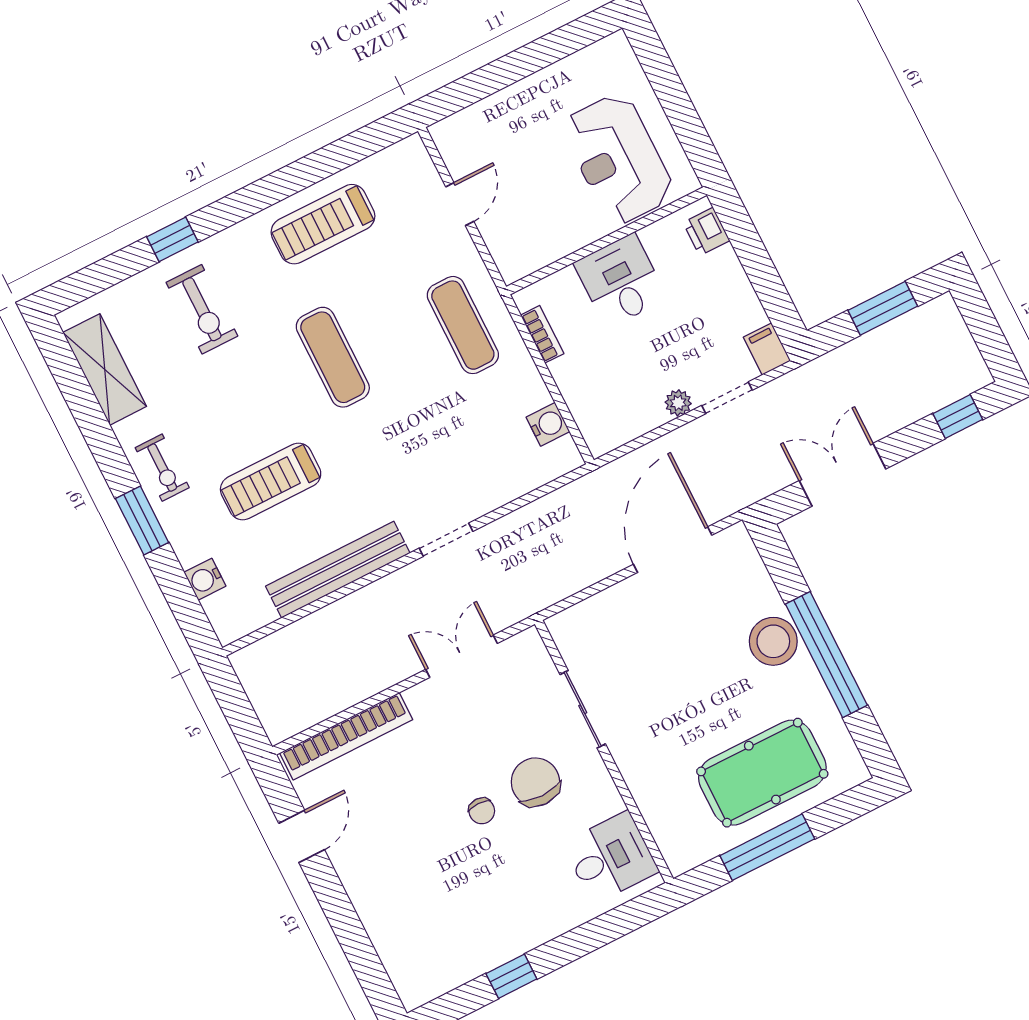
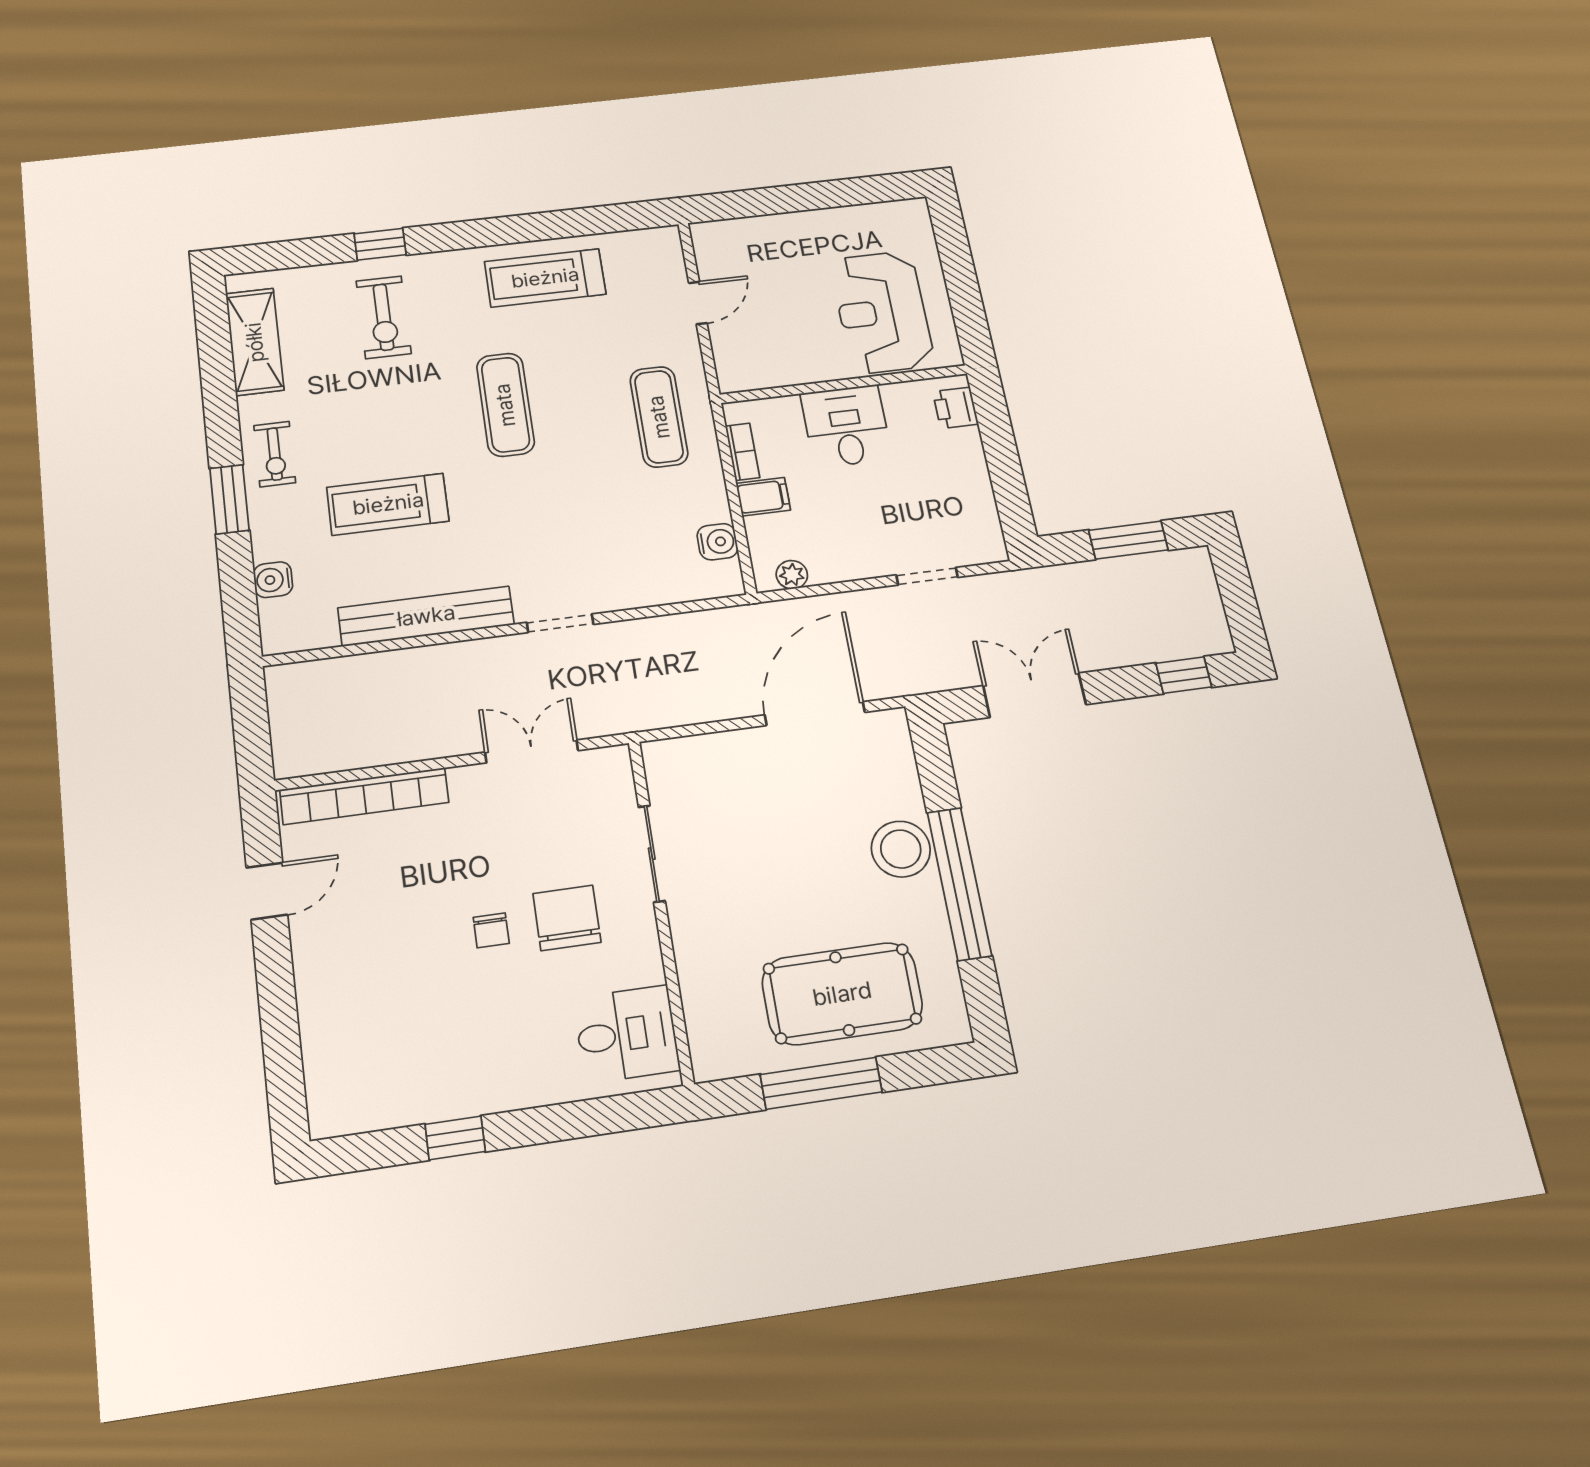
filing cabinet: (767, 349) -> (763, 497), moved, turned 90
plant: (678, 403) -> (792, 575), moved

